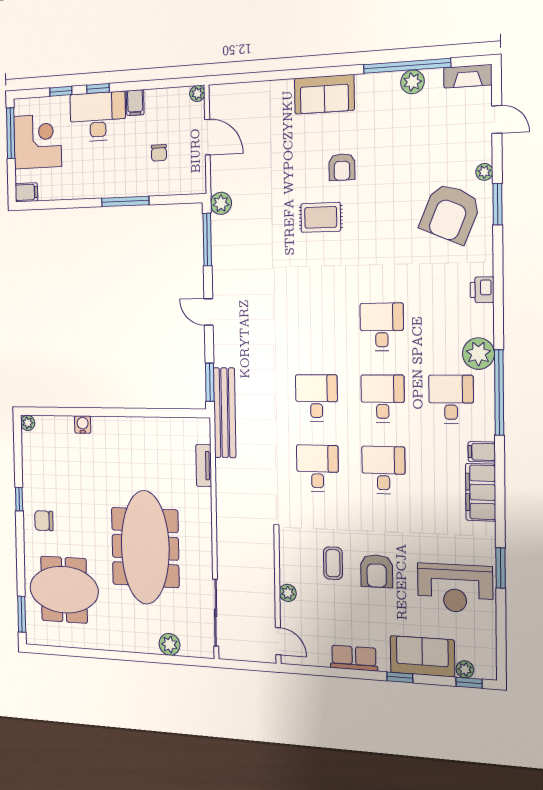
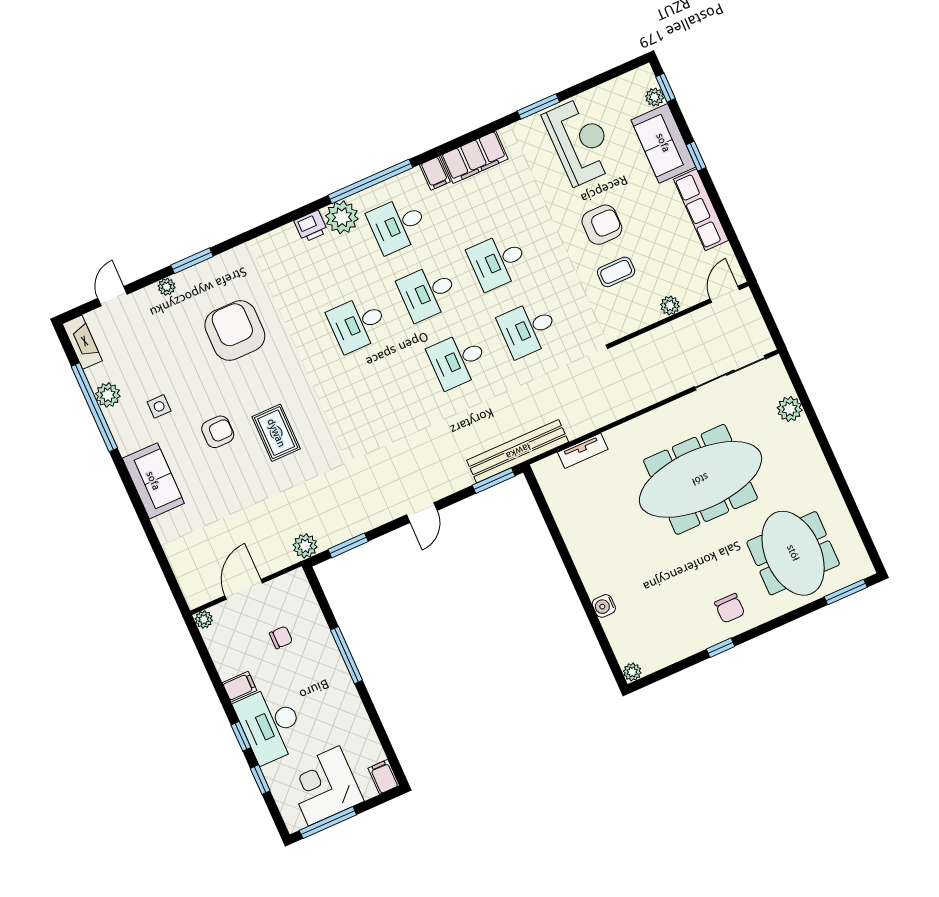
side table: (384, 124) -> (159, 406), added
armchair: (450, 213) -> (235, 331), moved, turned -113
window: (207, 240) -> (348, 545), width x0.69
printer: (482, 290) -> (311, 226), moved
row of seats: (354, 658) -> (701, 210), width x1.48

